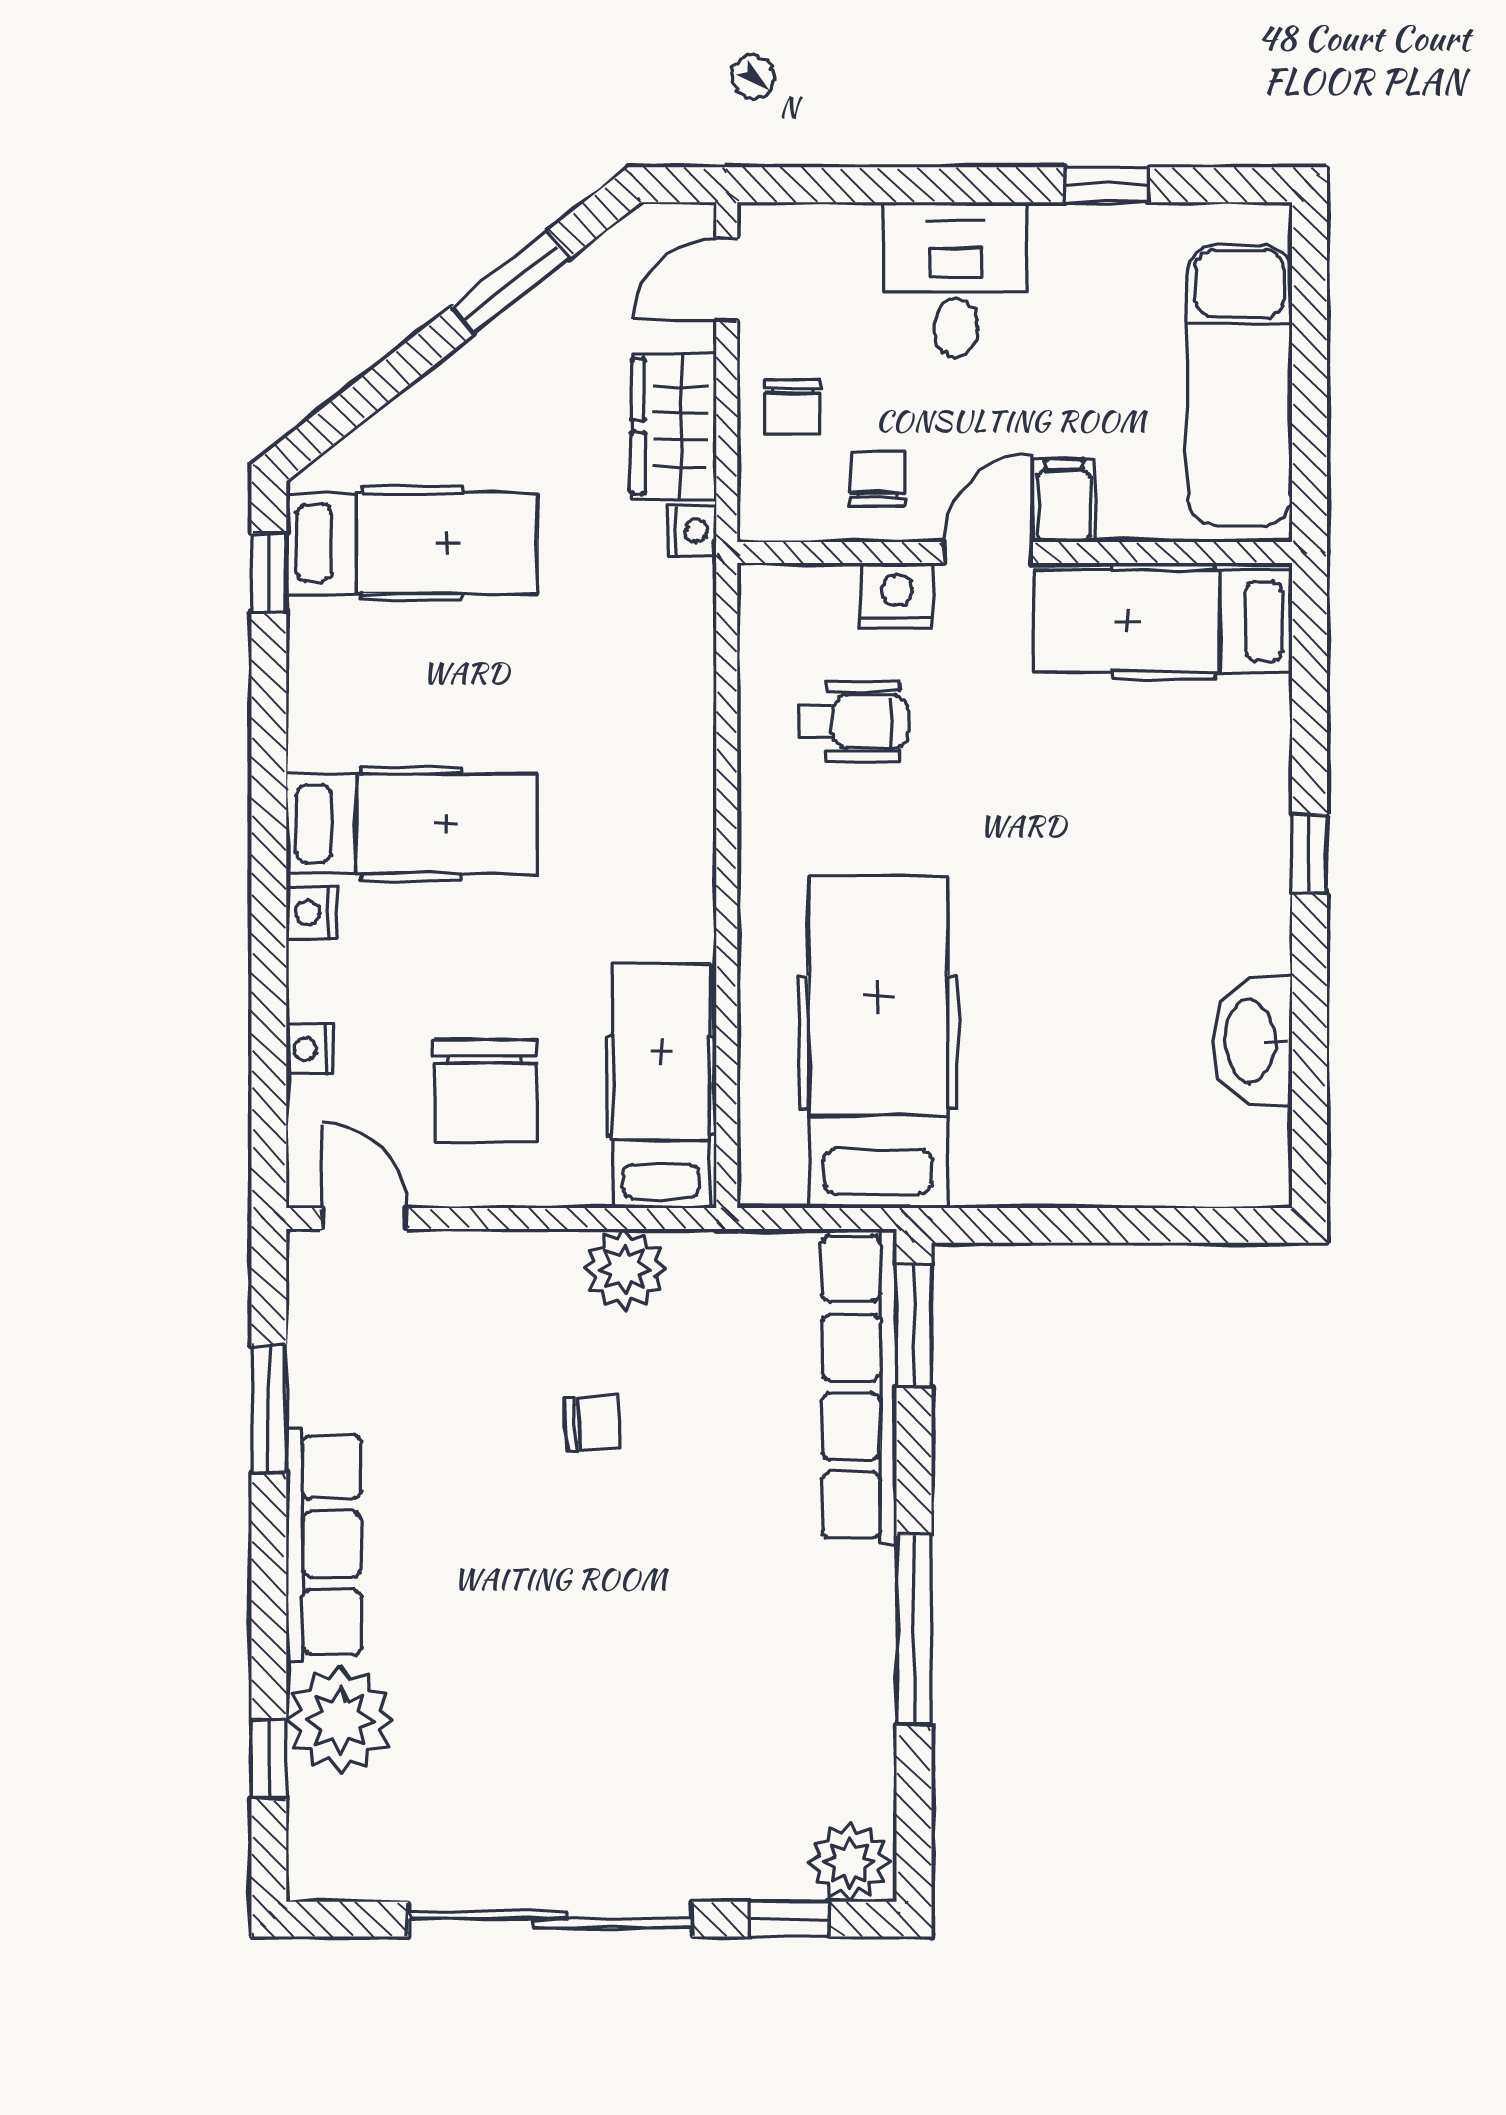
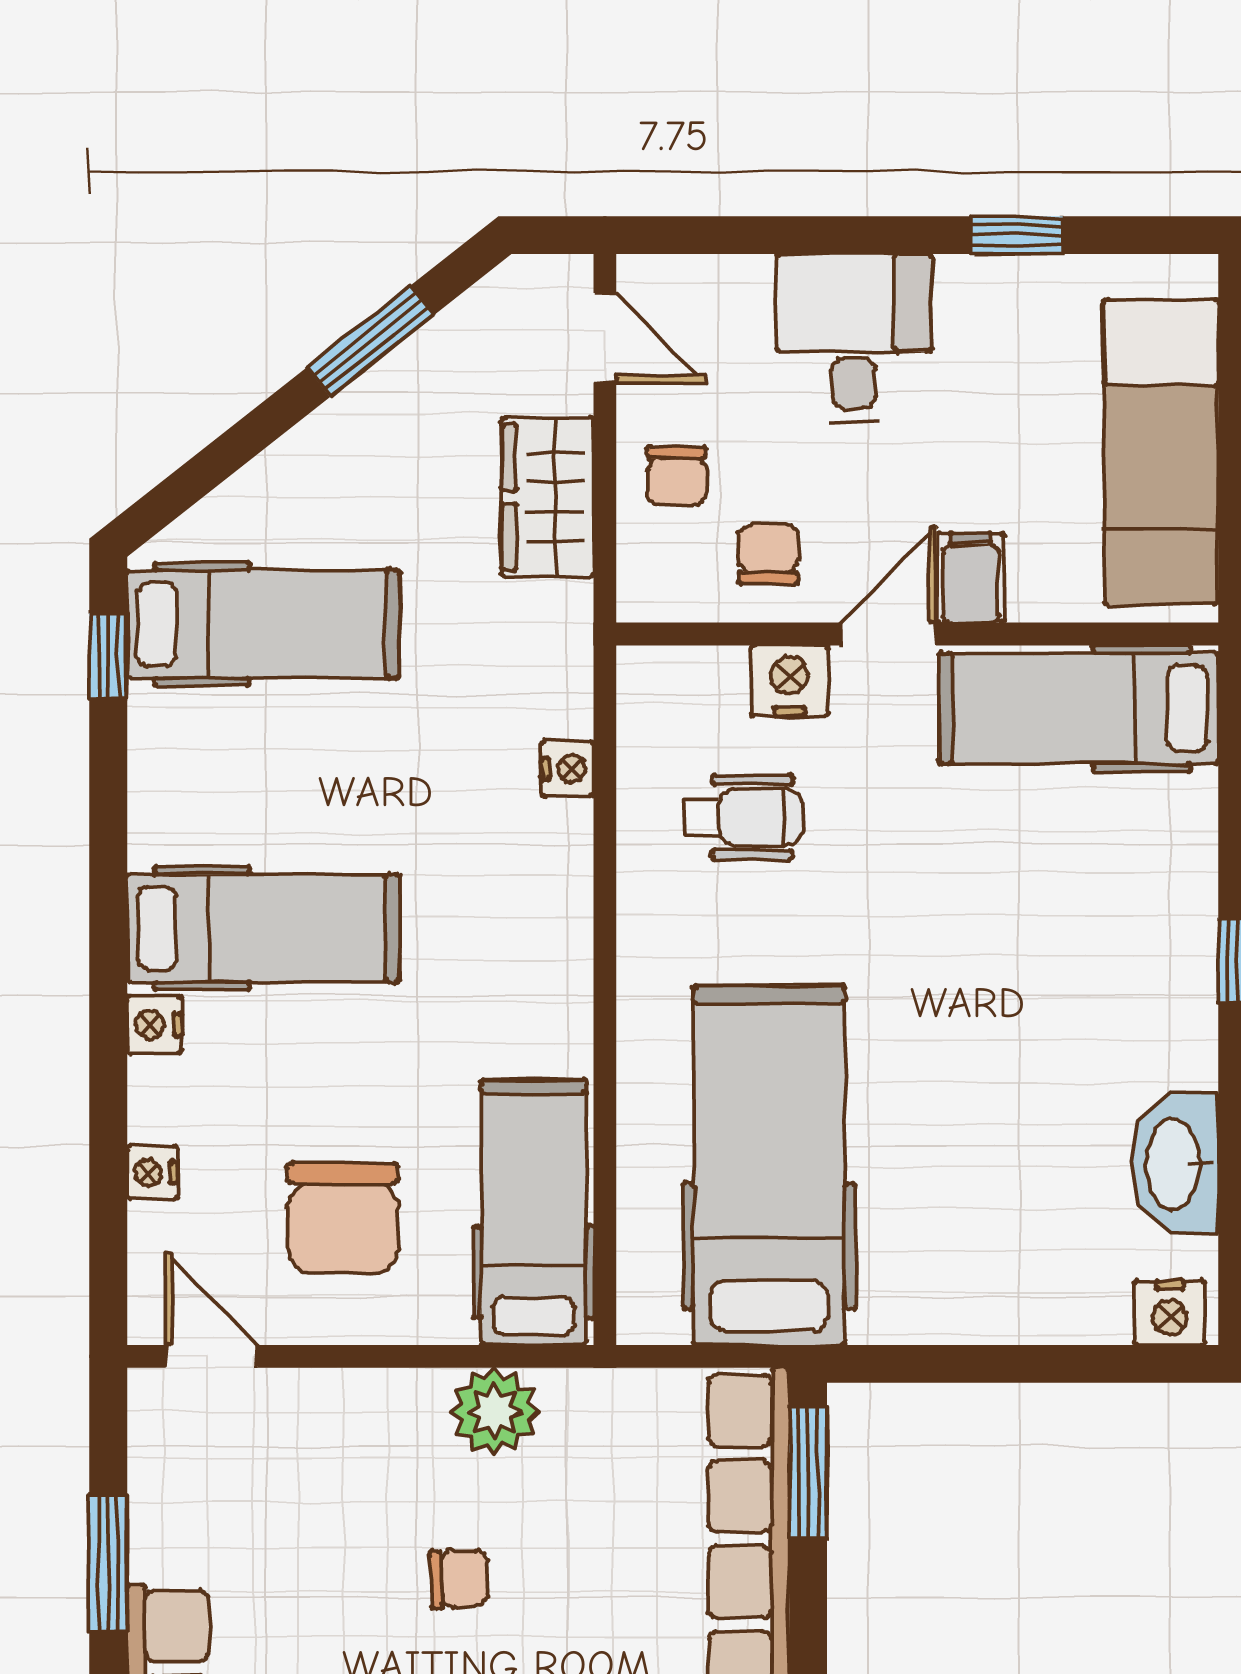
door: (727, 279) -> (605, 338), swing flipped
nightstand: (692, 531) -> (568, 769), moved
nightstand: (1247, 1178) -> (1170, 1313), added

